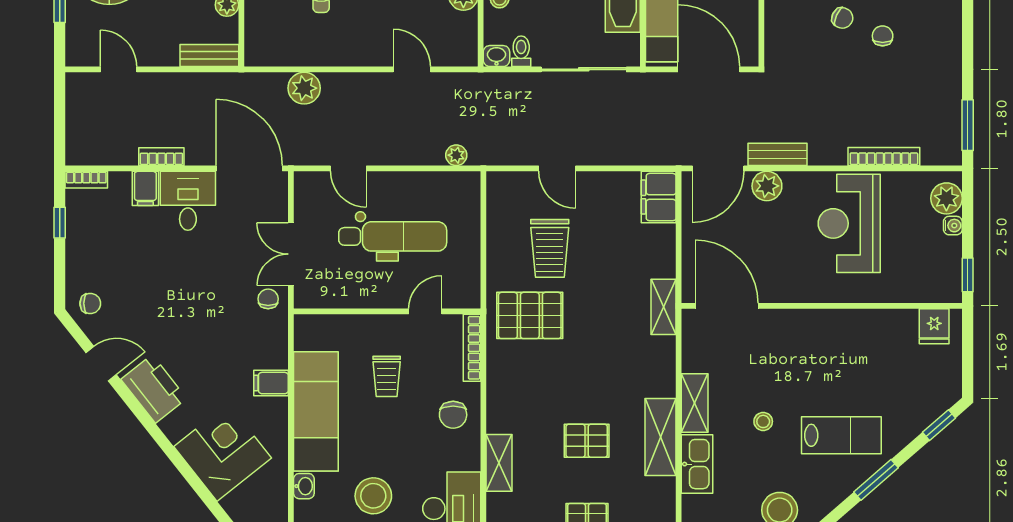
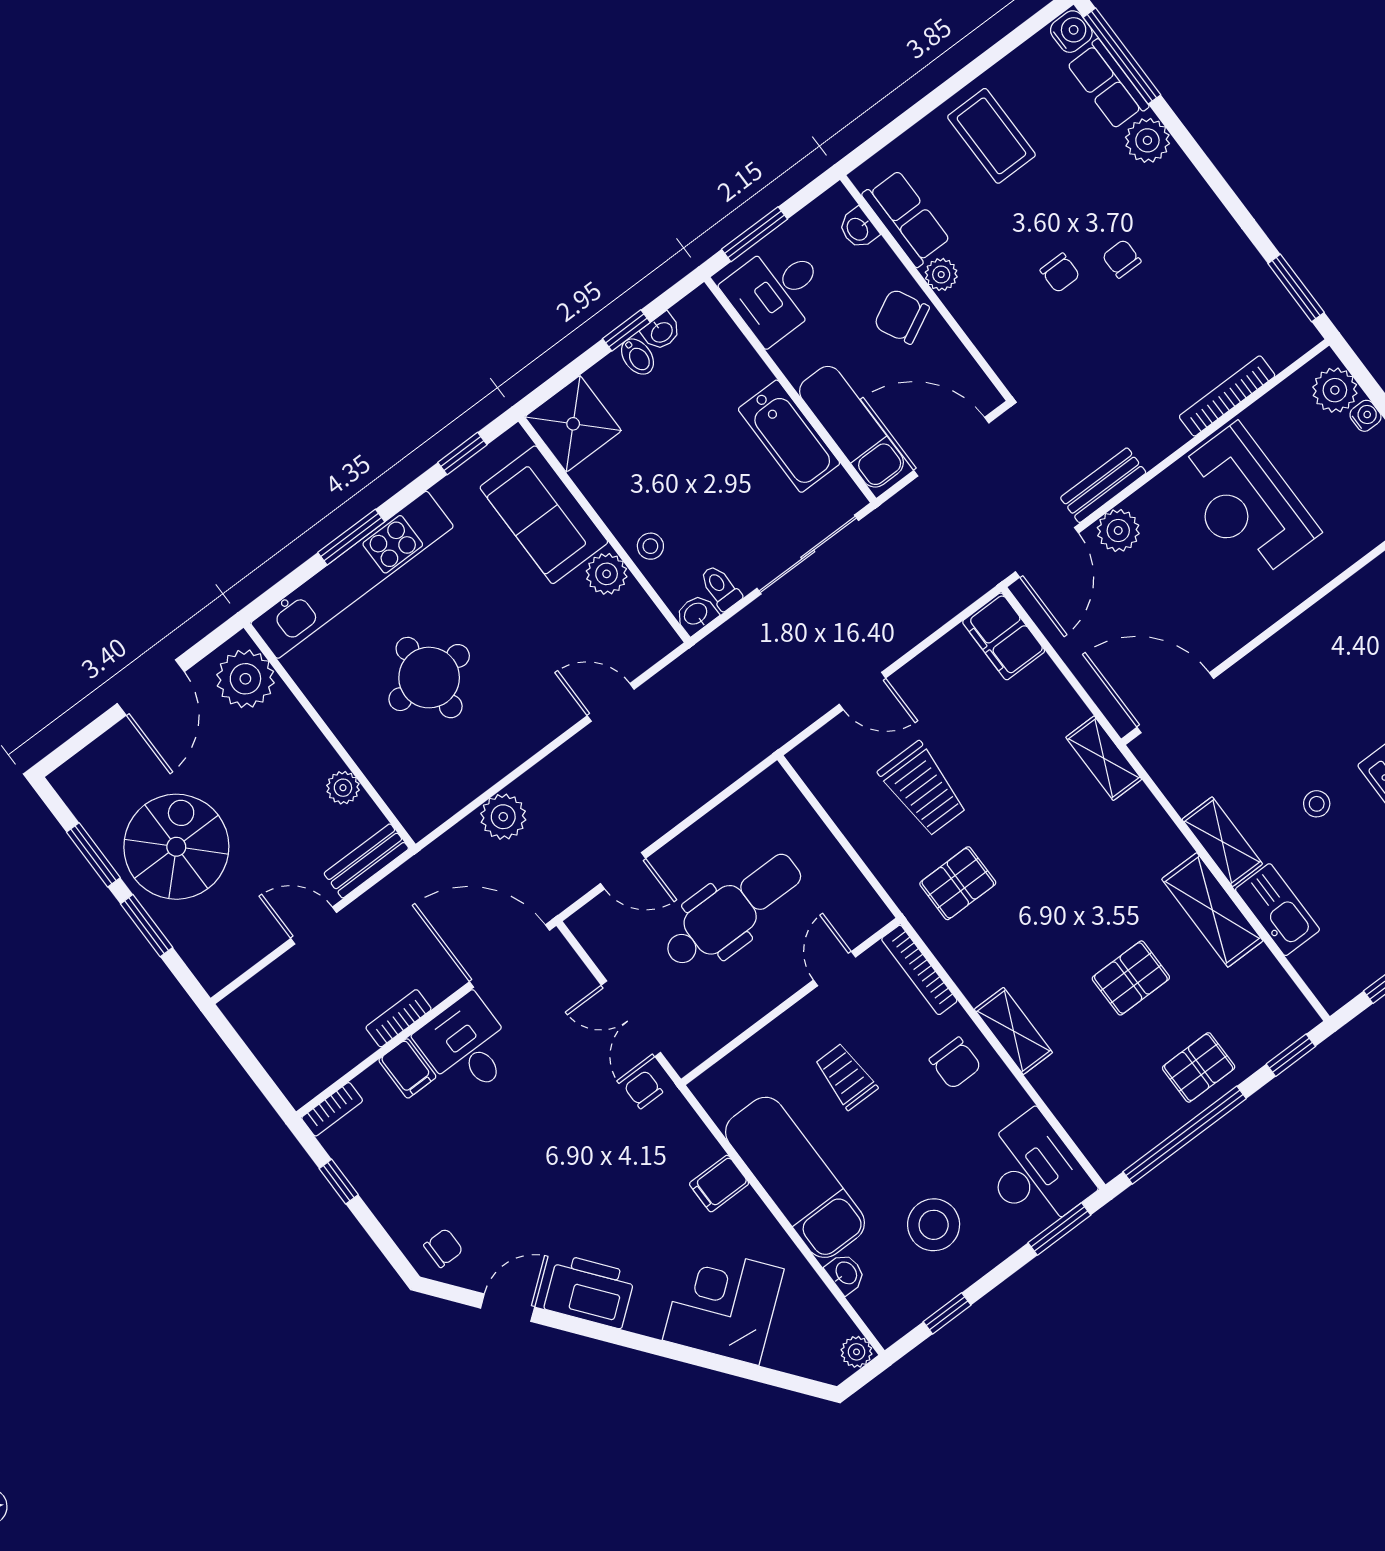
chair: (842, 18) -> (1060, 273), turned 66
door: (119, 69) -> (314, 925), moved
plant: (456, 155) -> (735, 763), removed
pallet: (530, 315) -> (958, 883), width x0.67, depth x0.71
trolley: (387, 376) -> (846, 1076), turned 180
shelving: (499, 463) -> (1013, 1031), moved

